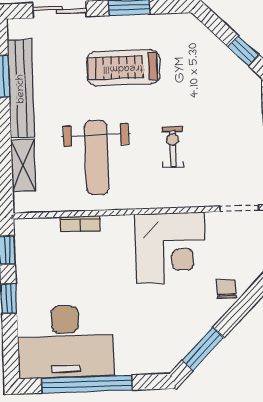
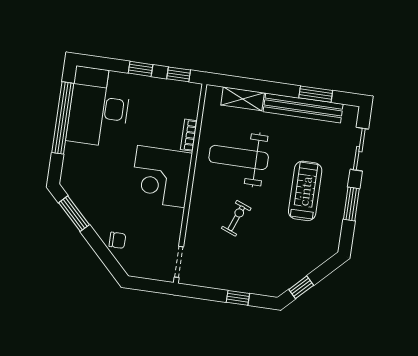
exercise bike: (173, 147) -> (236, 218), turned -69
corner desk: (170, 248) -> (161, 177), moved

